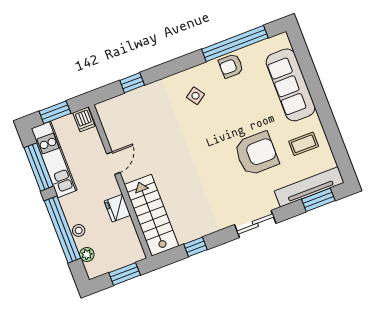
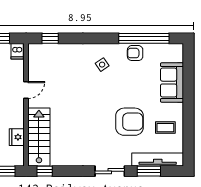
window: (132, 83) -> (50, 38), moved
sofa: (291, 85) -> (172, 83), width x0.73
window: (318, 200) -> (149, 171), moved
fridge: (117, 208) -> (17, 137), moved
window: (195, 247) -> (45, 171), moved

